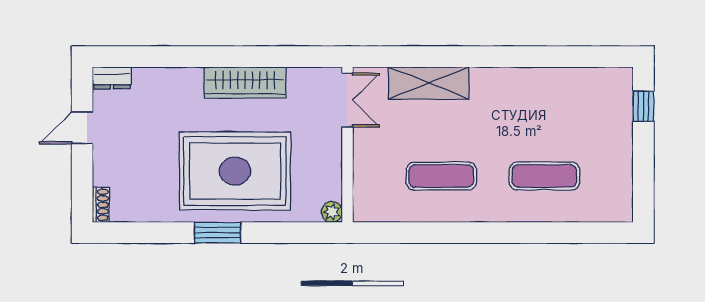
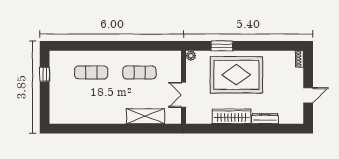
dresser: (112, 78) -> (265, 119), moved, width x1.44
double door: (347, 100) -> (184, 95), moved
window: (643, 106) -> (45, 74), moved
window: (218, 233) -> (222, 46), moved

